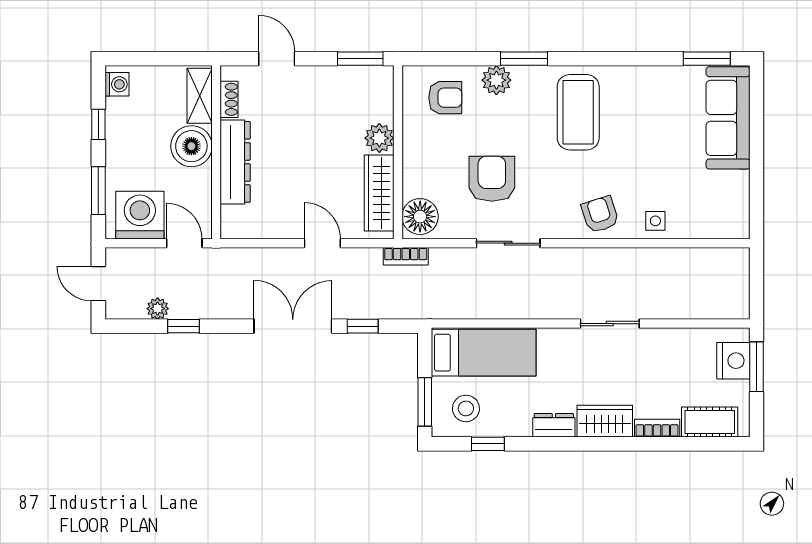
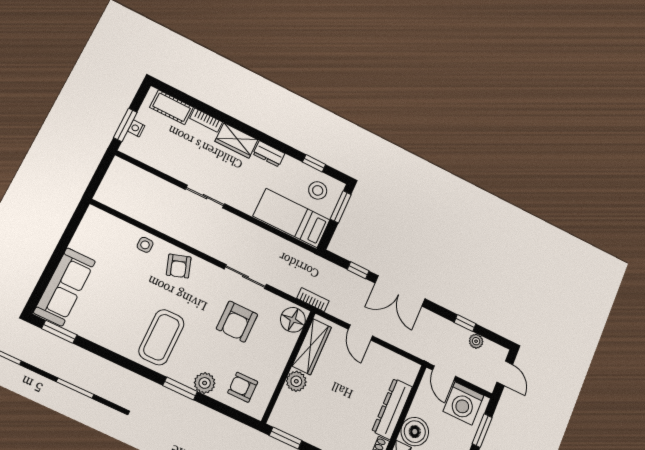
nightstand: (733, 361) -> (136, 128), width x0.53, depth x0.56

